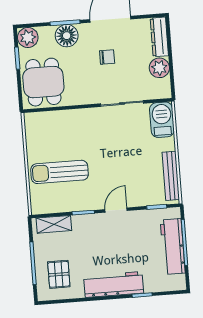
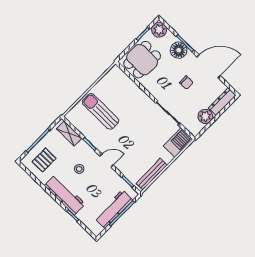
stool: (100, 246) -> (79, 169), added

